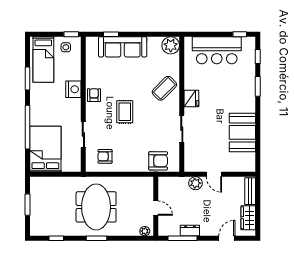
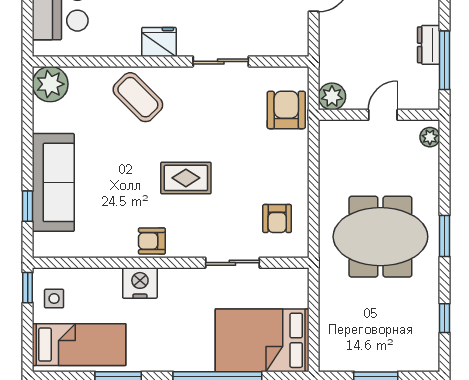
plant: (196, 183) -> (332, 96), moved

